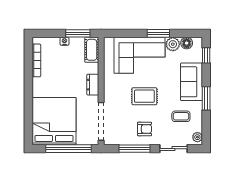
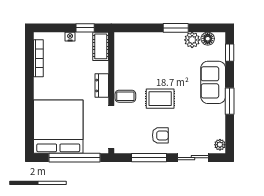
window: (78, 33) -> (85, 28), width x0.67
corner sofa: (140, 55) -> (155, 52), removed
coffee table: (181, 116) -> (125, 96), moved

